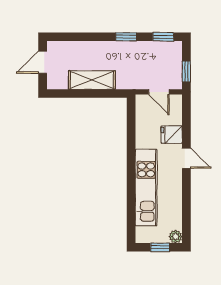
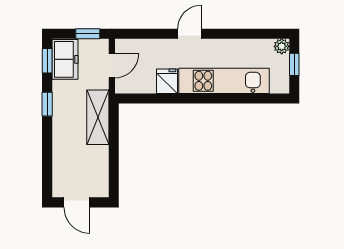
freezer: (164, 52) -> (65, 59), added
shelving: (92, 80) -> (98, 117), moved
fridge: (172, 135) -> (167, 81), moved, turned 180

